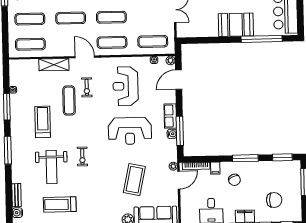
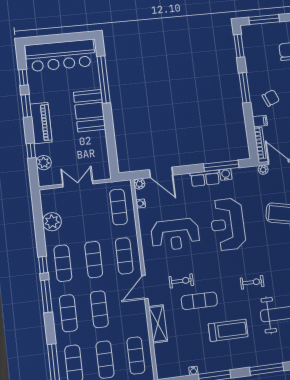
treadmill: (43, 122) -> (228, 330), turned 180
reception desk: (130, 131) -> (228, 224), turned 180
exercise bike: (82, 157) -> (252, 282), moved

